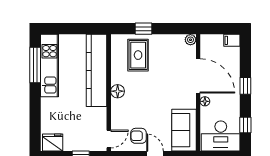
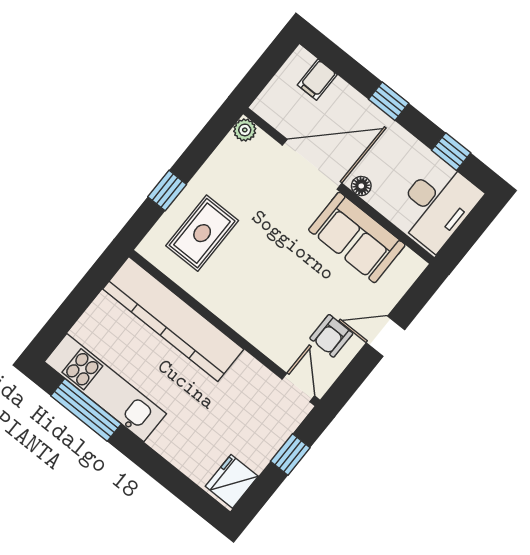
filing cabinet: (232, 40) -> (317, 80), moved
rug: (138, 55) -> (202, 233), turned 90
floor lamp: (118, 91) -> (233, 312), removed
sofa: (184, 130) -> (357, 237), moved

